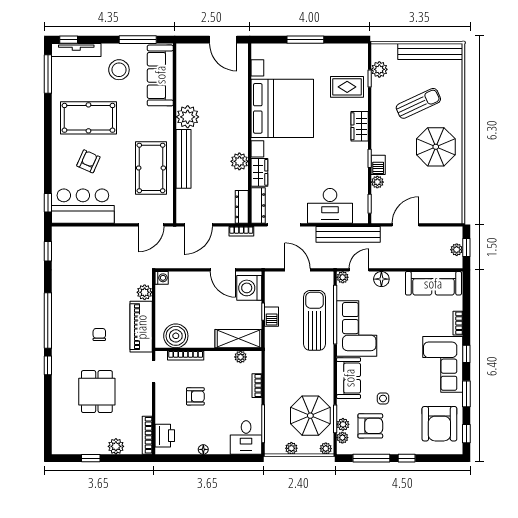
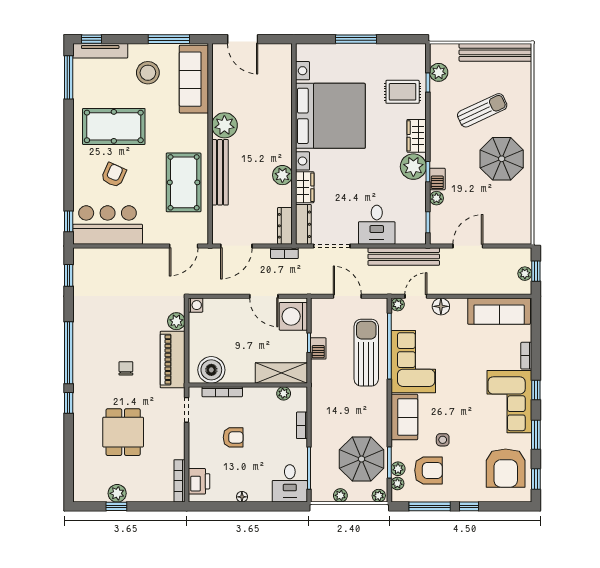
door: (223, 40) -> (243, 39), moved
plant: (357, 154) -> (413, 167), added
desk: (330, 206) -> (377, 225), width x0.73
plant: (116, 446) -> (117, 493), moved

